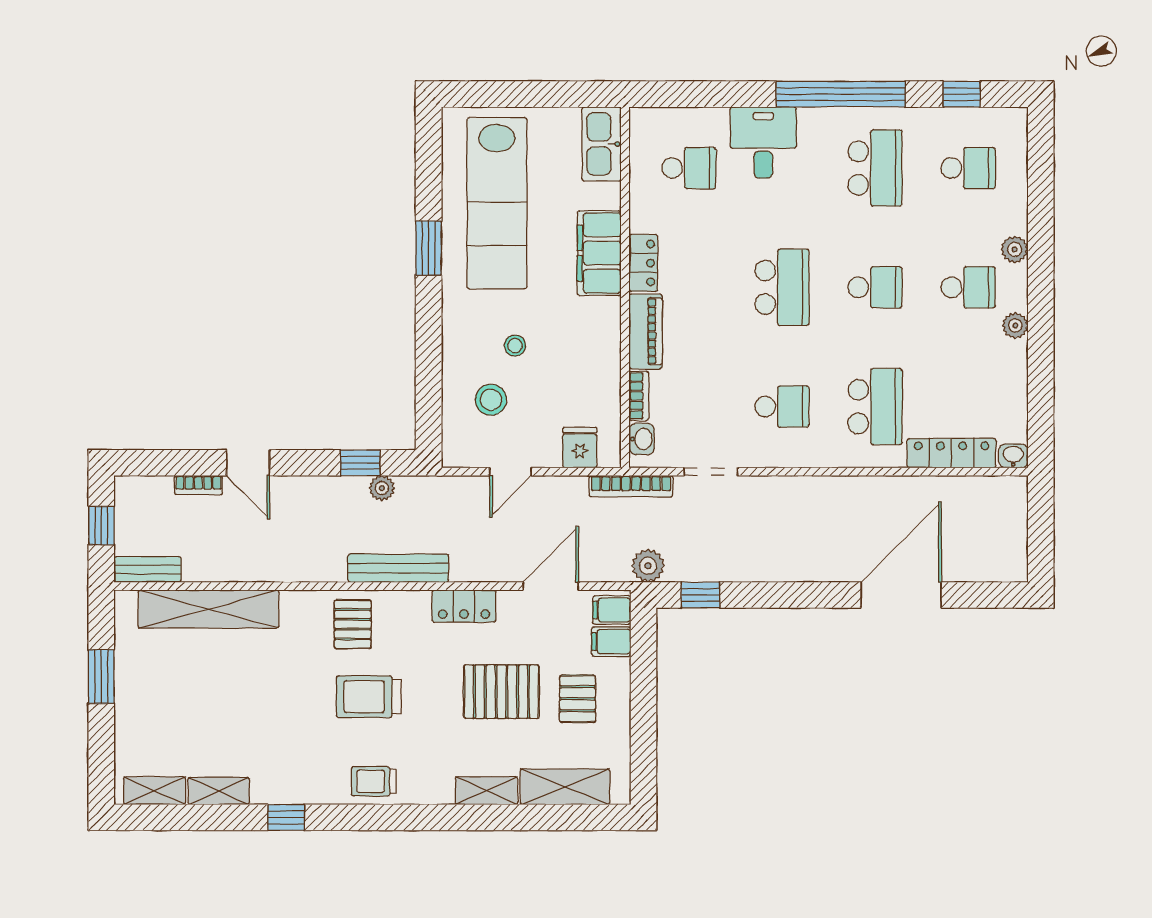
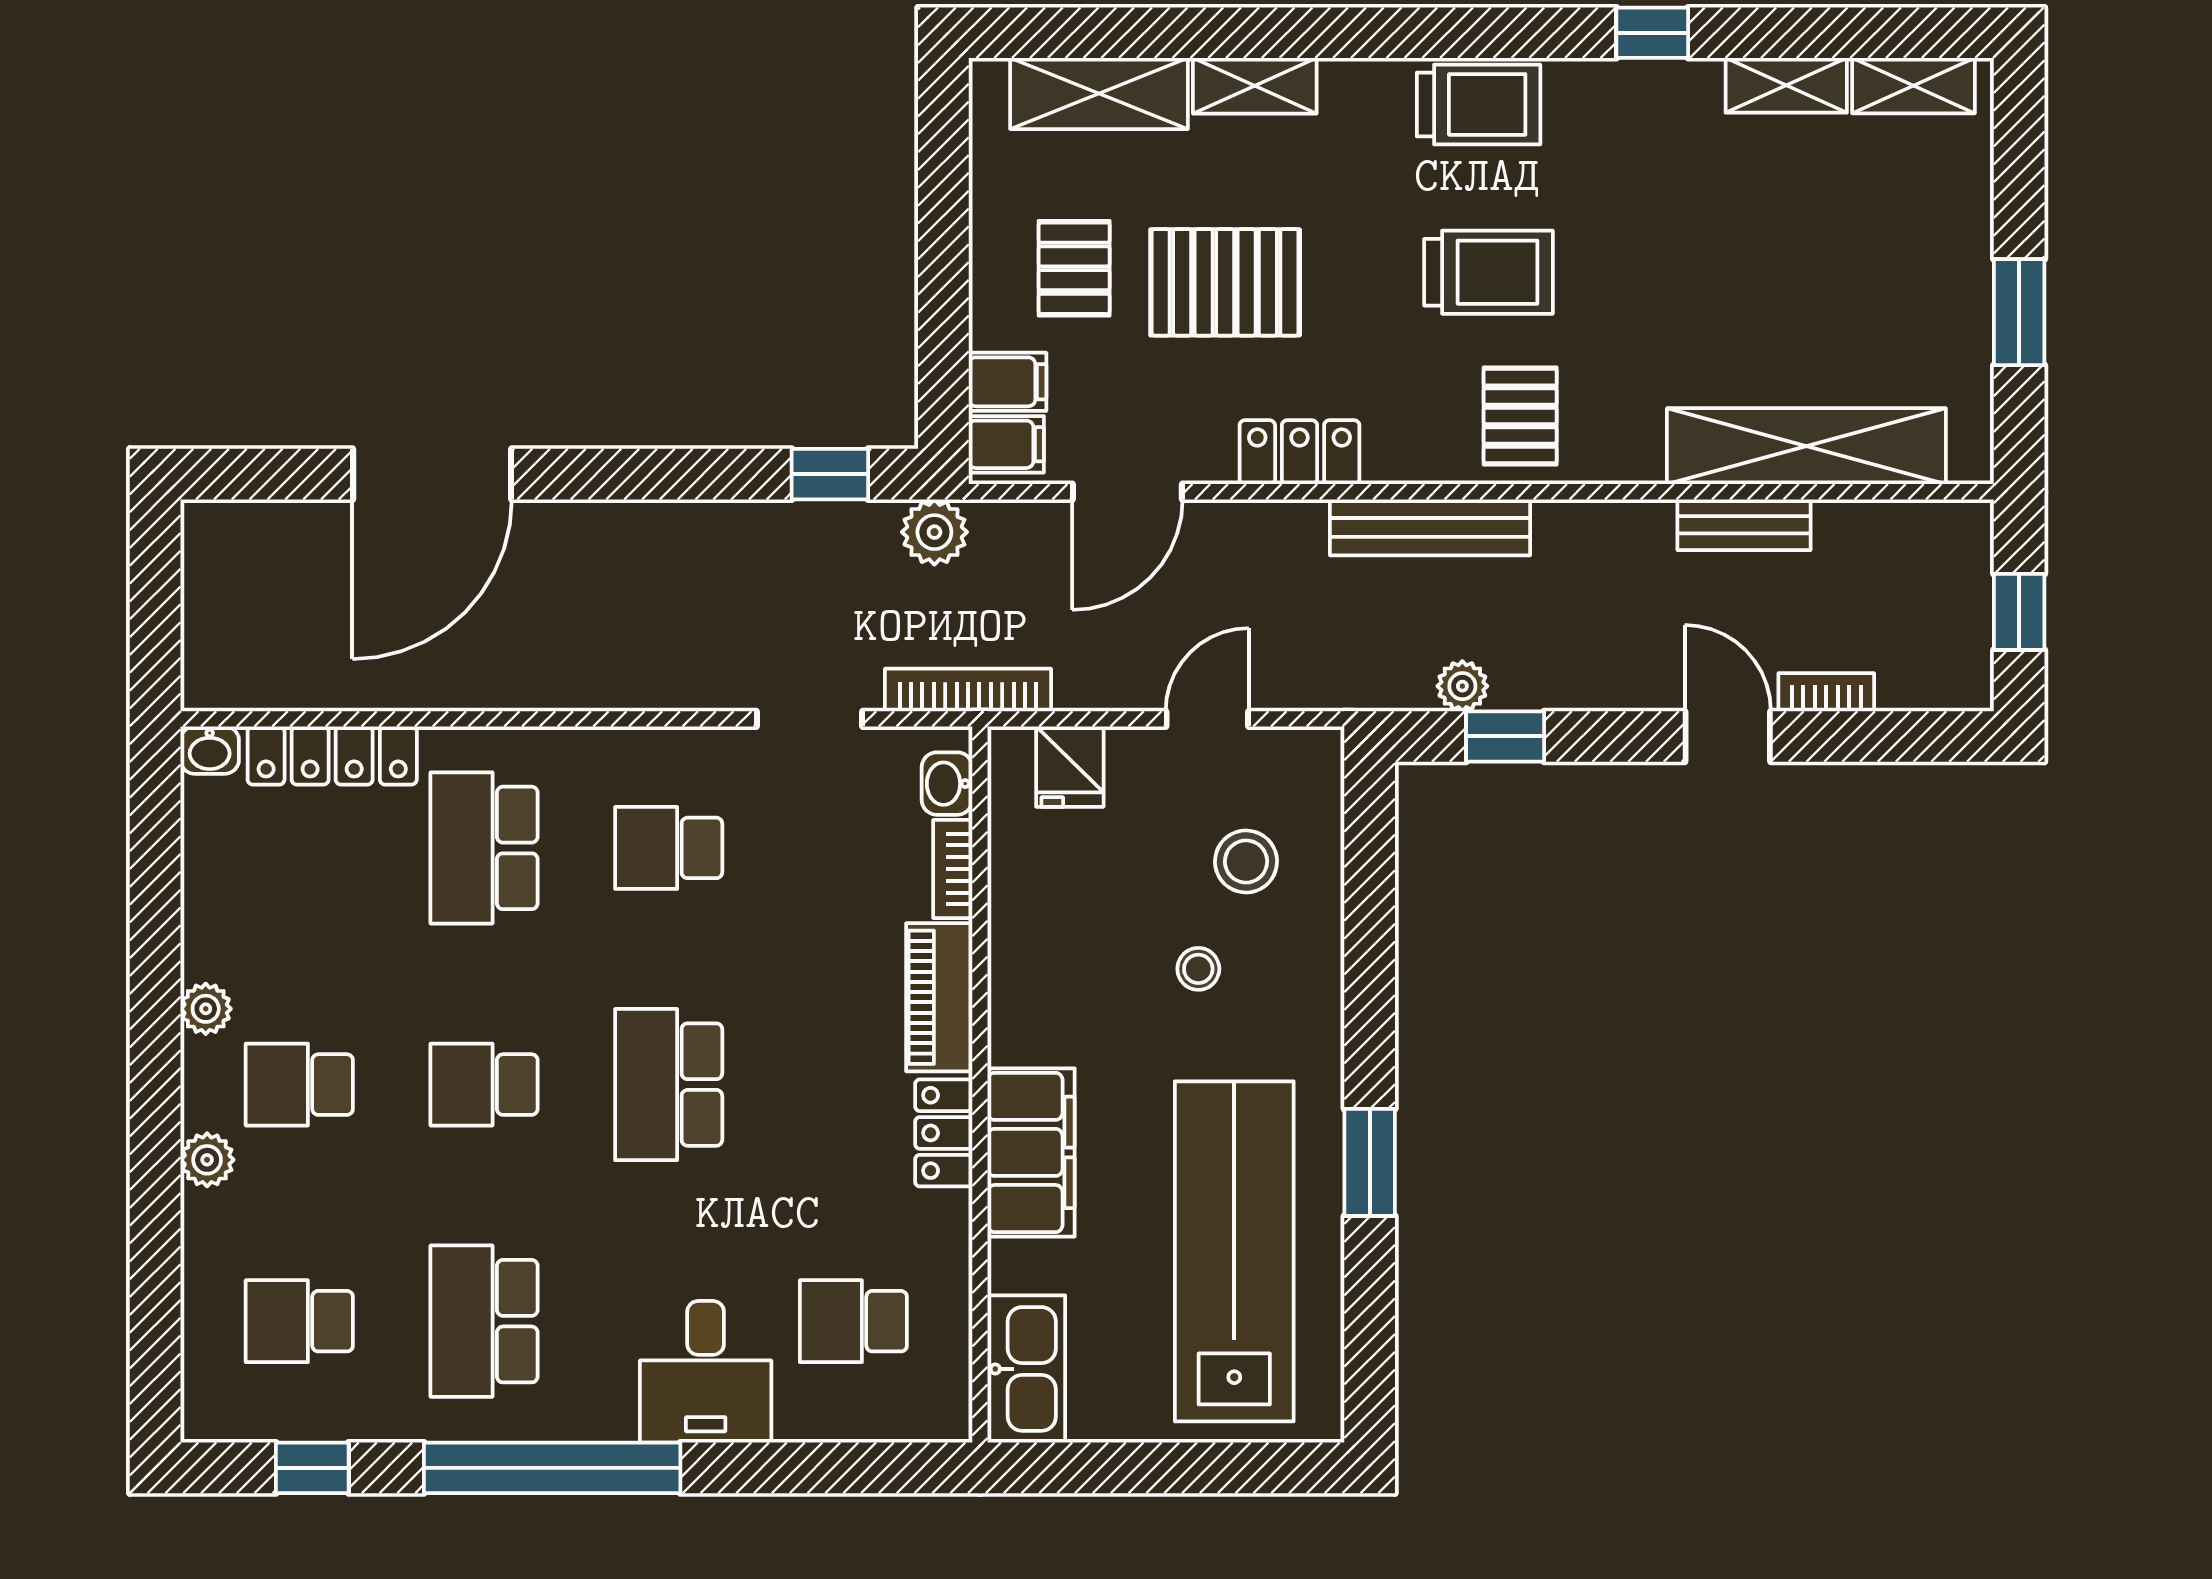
bench: (148, 569) -> (1744, 525), moved
trolley: (374, 781) -> (1479, 104), width x1.36, depth x1.39

